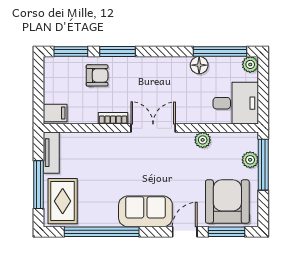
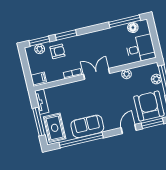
plant: (250, 64) -> (40, 49), moved
floor lamp: (199, 65) -> (133, 27), moved
sofa: (145, 211) -> (87, 126), moved

